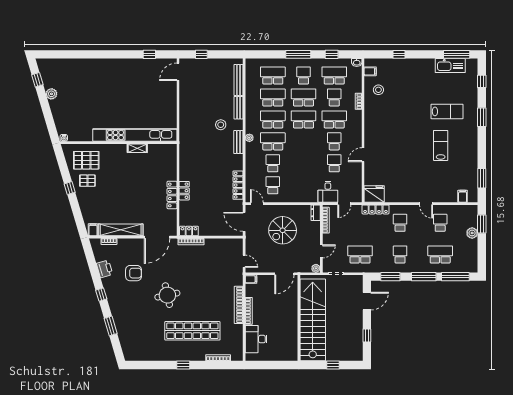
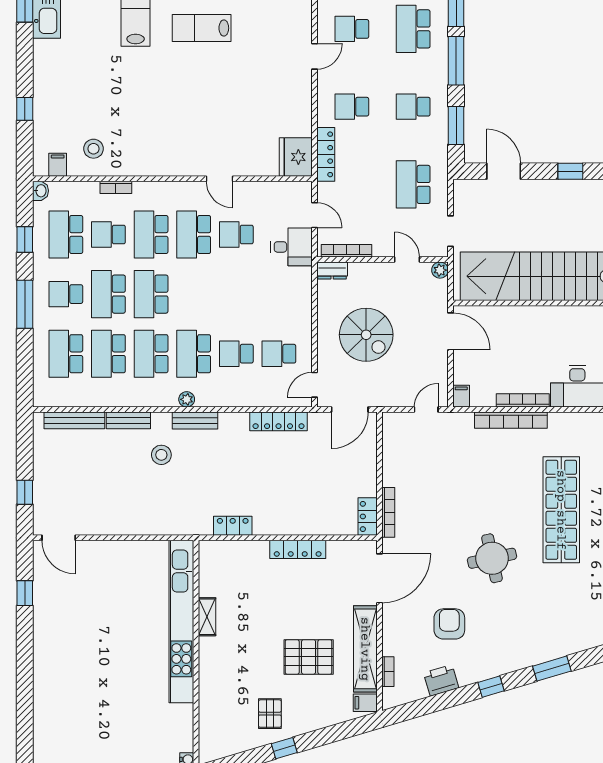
school desk: (334, 141) -> (194, 234), width x1.85
pallet: (86, 160) -> (309, 657), moved, turned 90
locker: (184, 191) -> (233, 526), moved
door: (157, 237) -> (380, 578), hinge flipped

